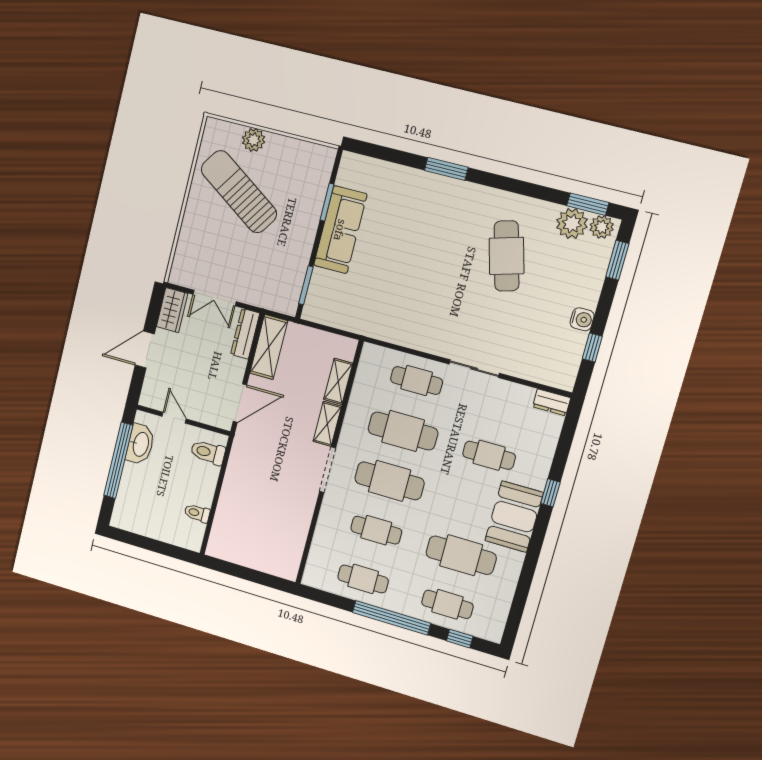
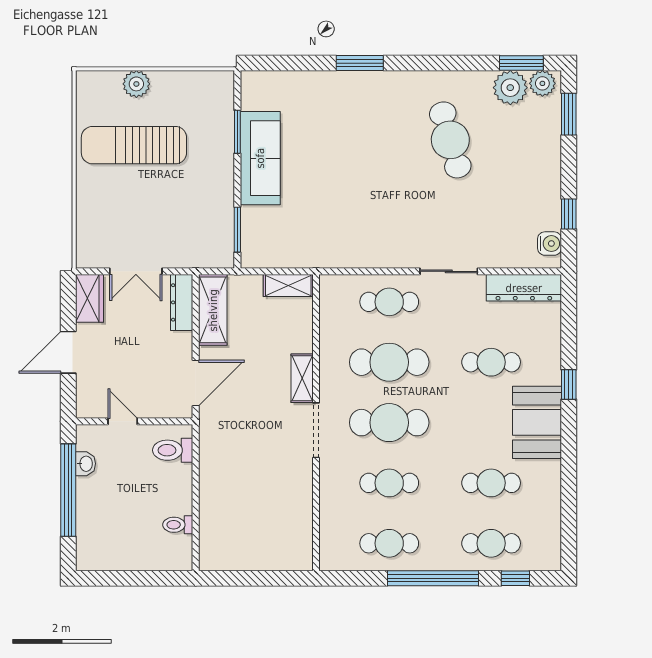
sun lounger: (239, 192) -> (134, 145), turned -34
water cooler: (582, 319) -> (549, 244), moved
shelving: (338, 381) -> (288, 286), moved, turned 90
dresser: (552, 402) -> (524, 288), width x1.96, depth x1.24
washbasin: (140, 444) -> (86, 464), width x0.52, depth x0.69
cafe table: (461, 555) -> (491, 483), width x0.73, depth x0.74

